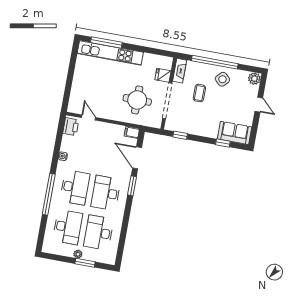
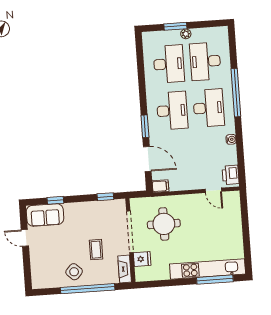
plant: (254, 79) -> (38, 282), removed
door: (259, 105) -> (25, 238), moved
desk: (75, 187) -> (209, 108), turned 180

